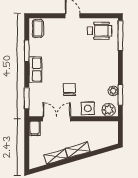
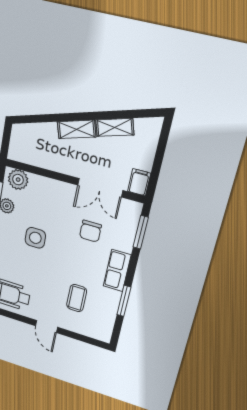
coffee table: (38, 29) -> (77, 298), moved
chair: (69, 90) -> (90, 231), moved
side table: (88, 108) -> (35, 238), moved

